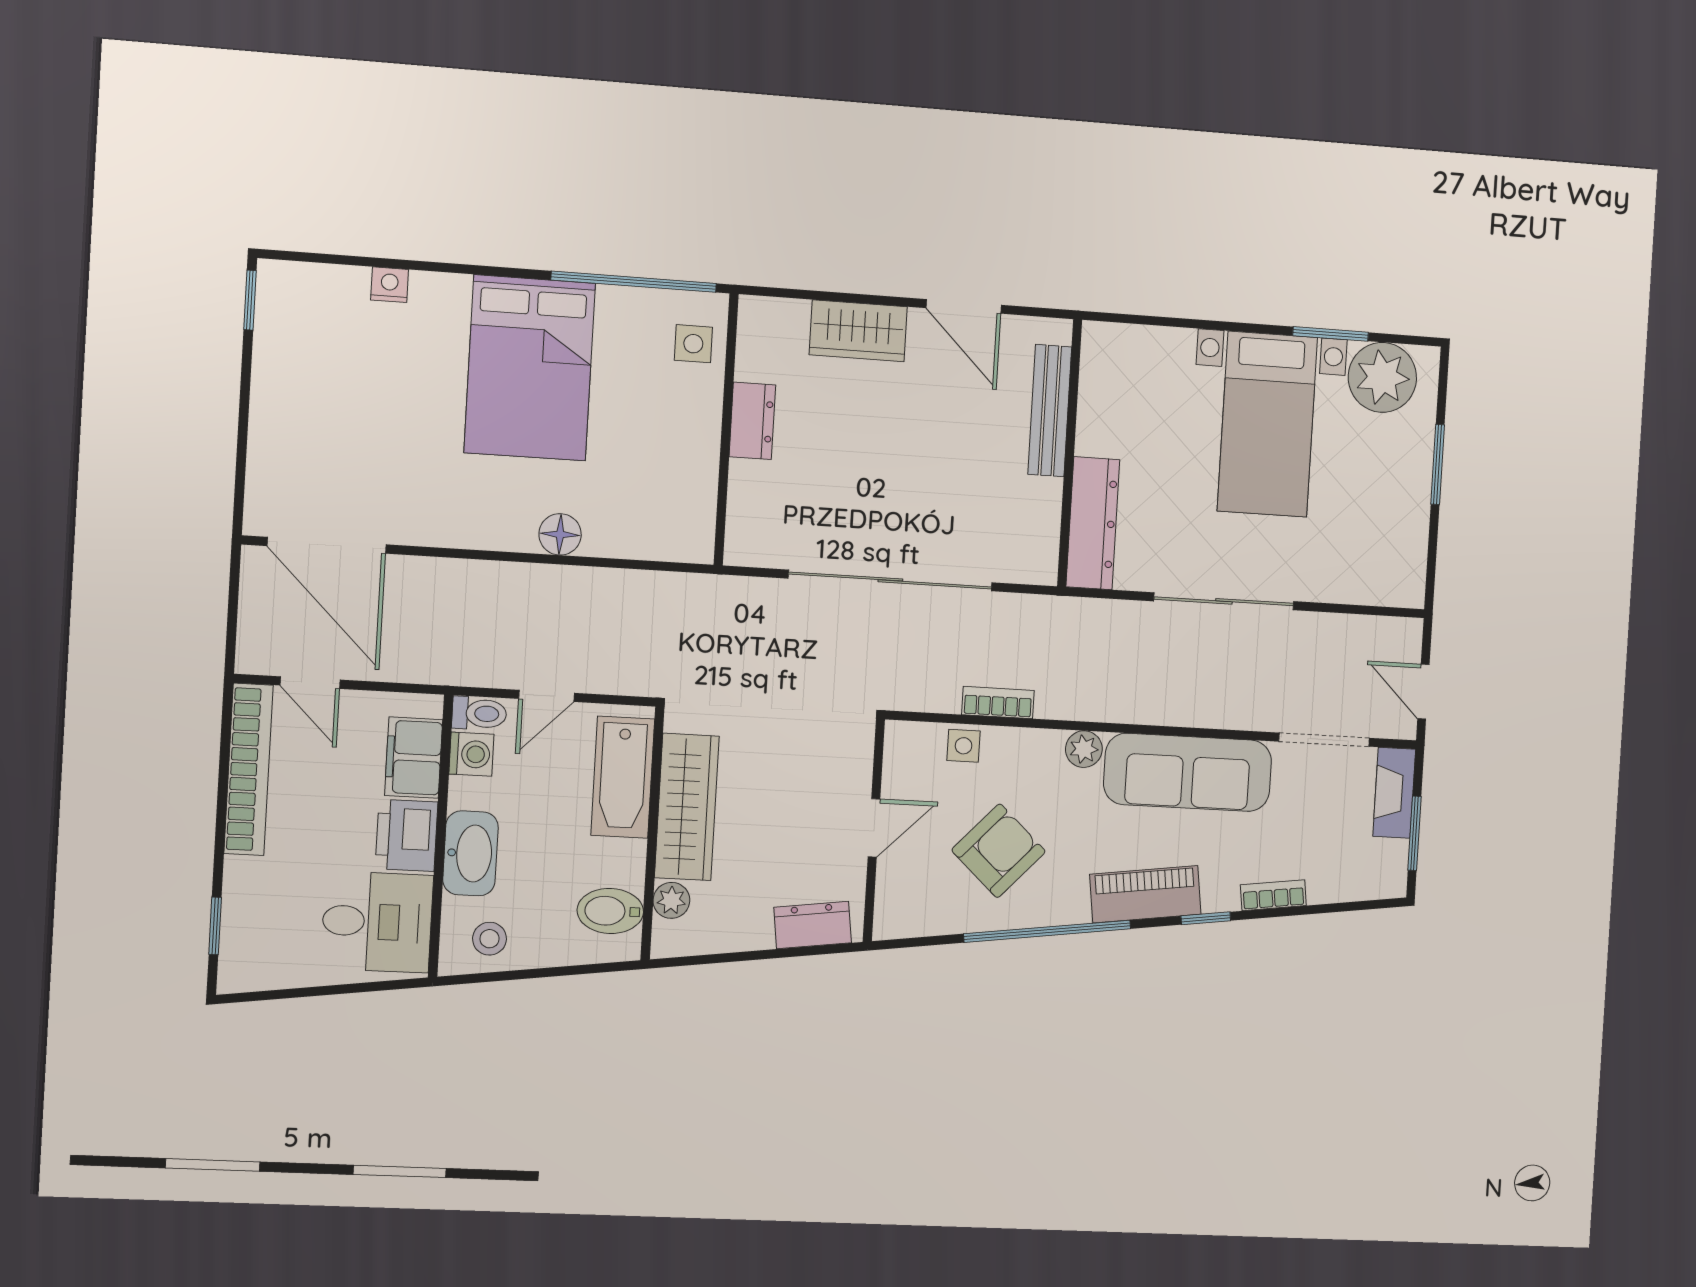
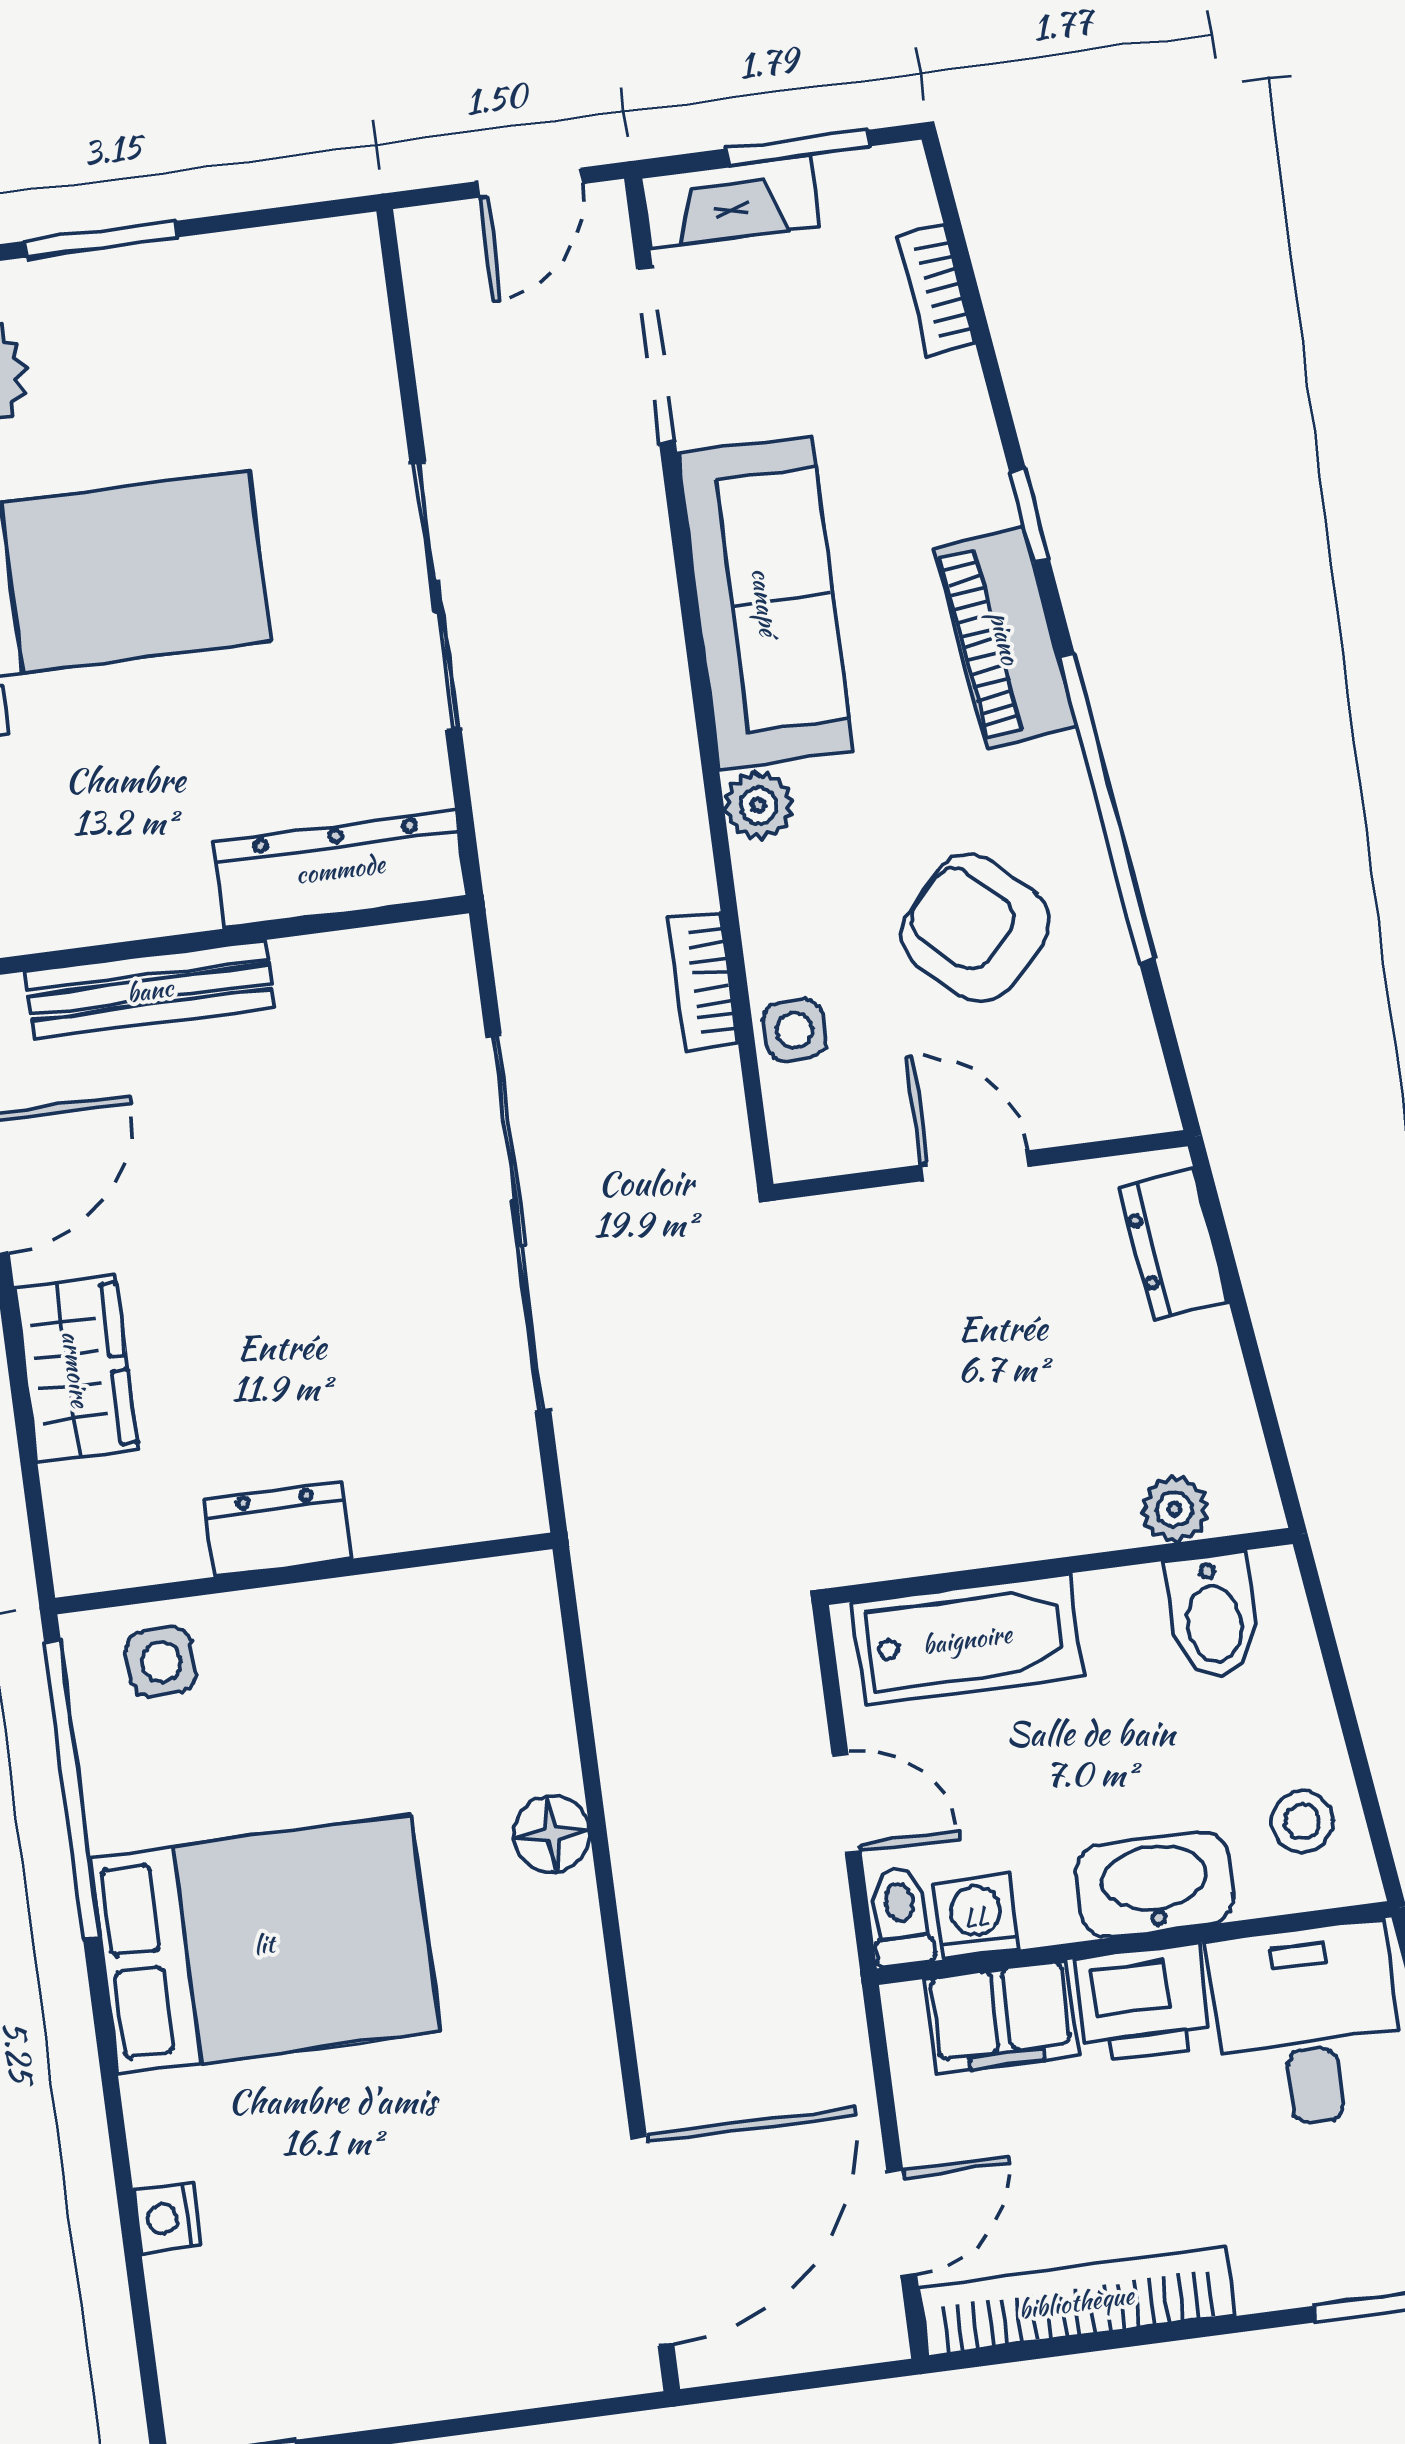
wardrobe: (687, 807) -> (1000, 1514), removed
bookcase: (1273, 895) -> (936, 290), moved

